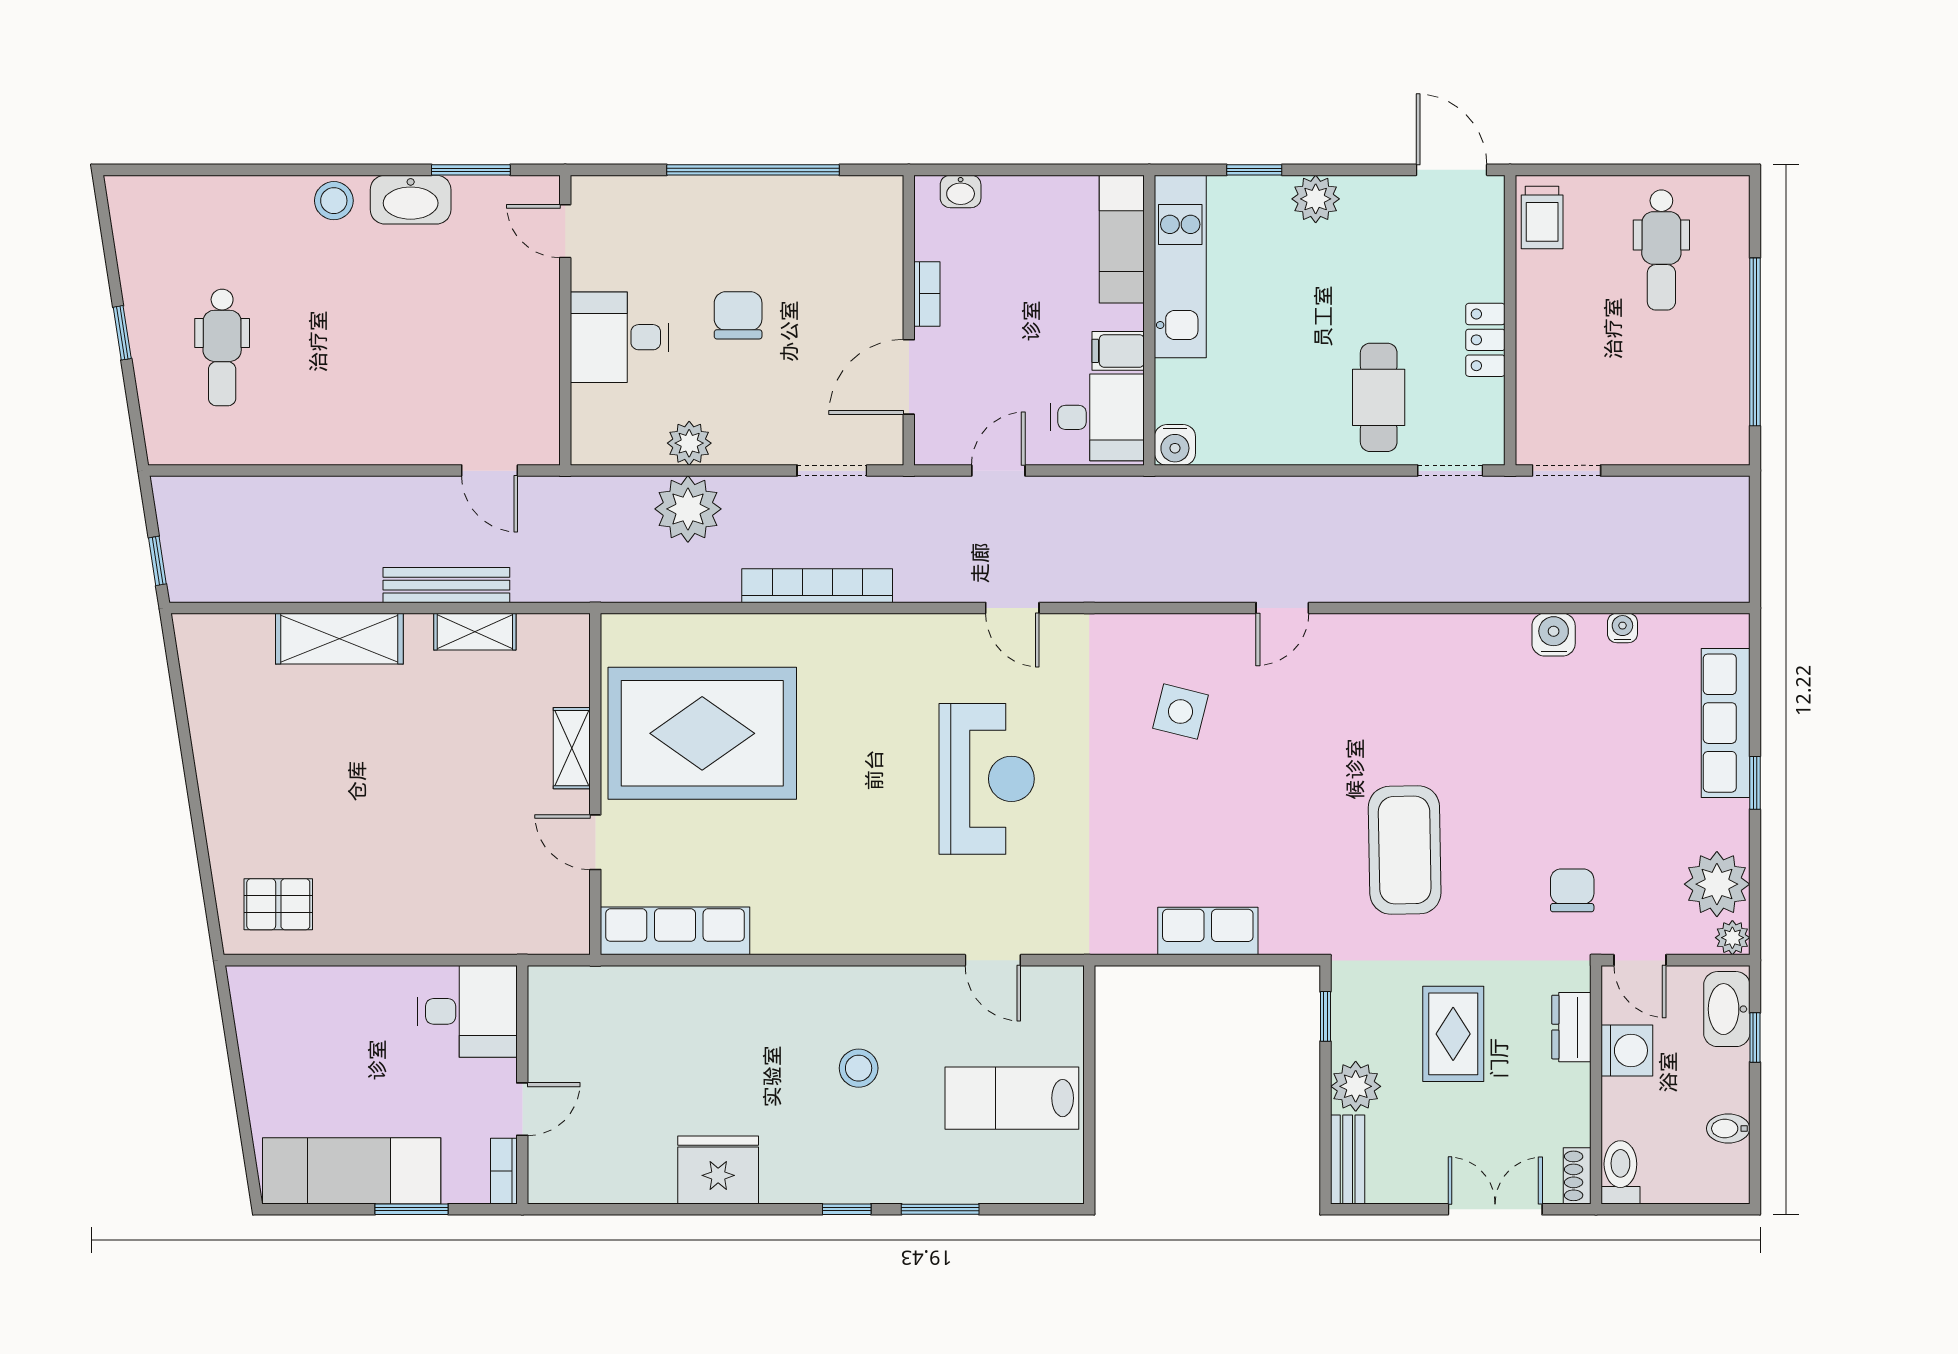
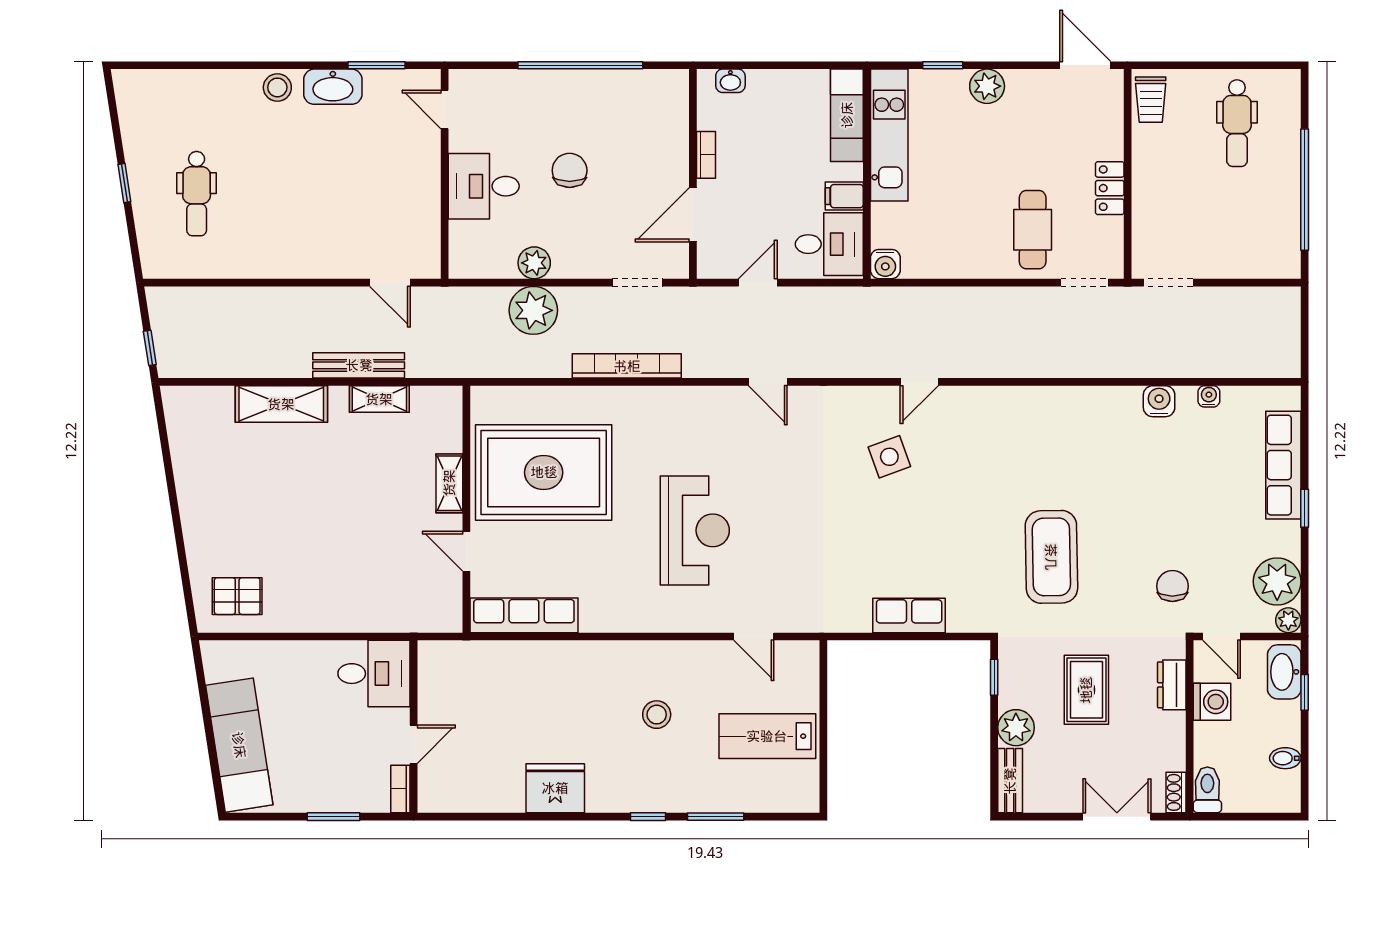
door: (1282, 608) -> (919, 382), moved
side table: (1181, 712) -> (889, 457), turned -34
reception desk: (987, 779) -> (695, 530), moved
exam couch: (352, 1171) -> (239, 745), moved, turned 81

